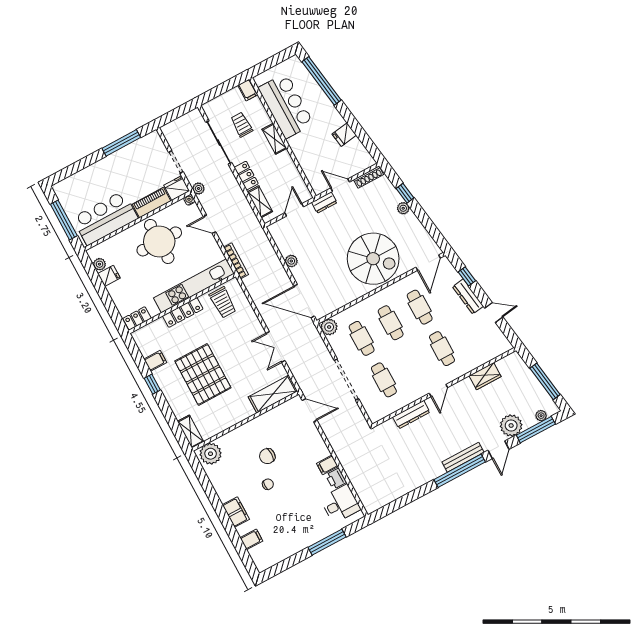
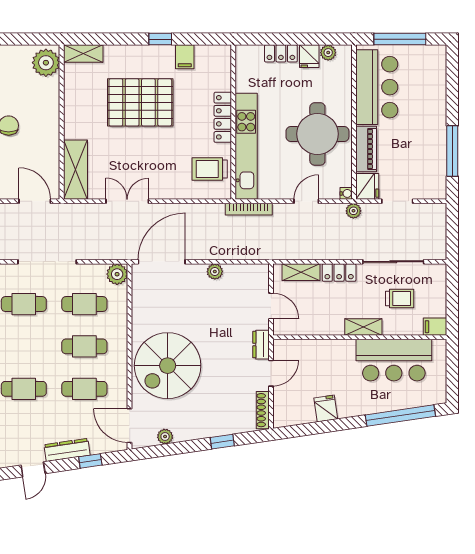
plant: (403, 208) -> (165, 437), moved
locker: (137, 318) -> (281, 53), moved, turned 90
door: (310, 410) -> (35, 201), swing flipped

